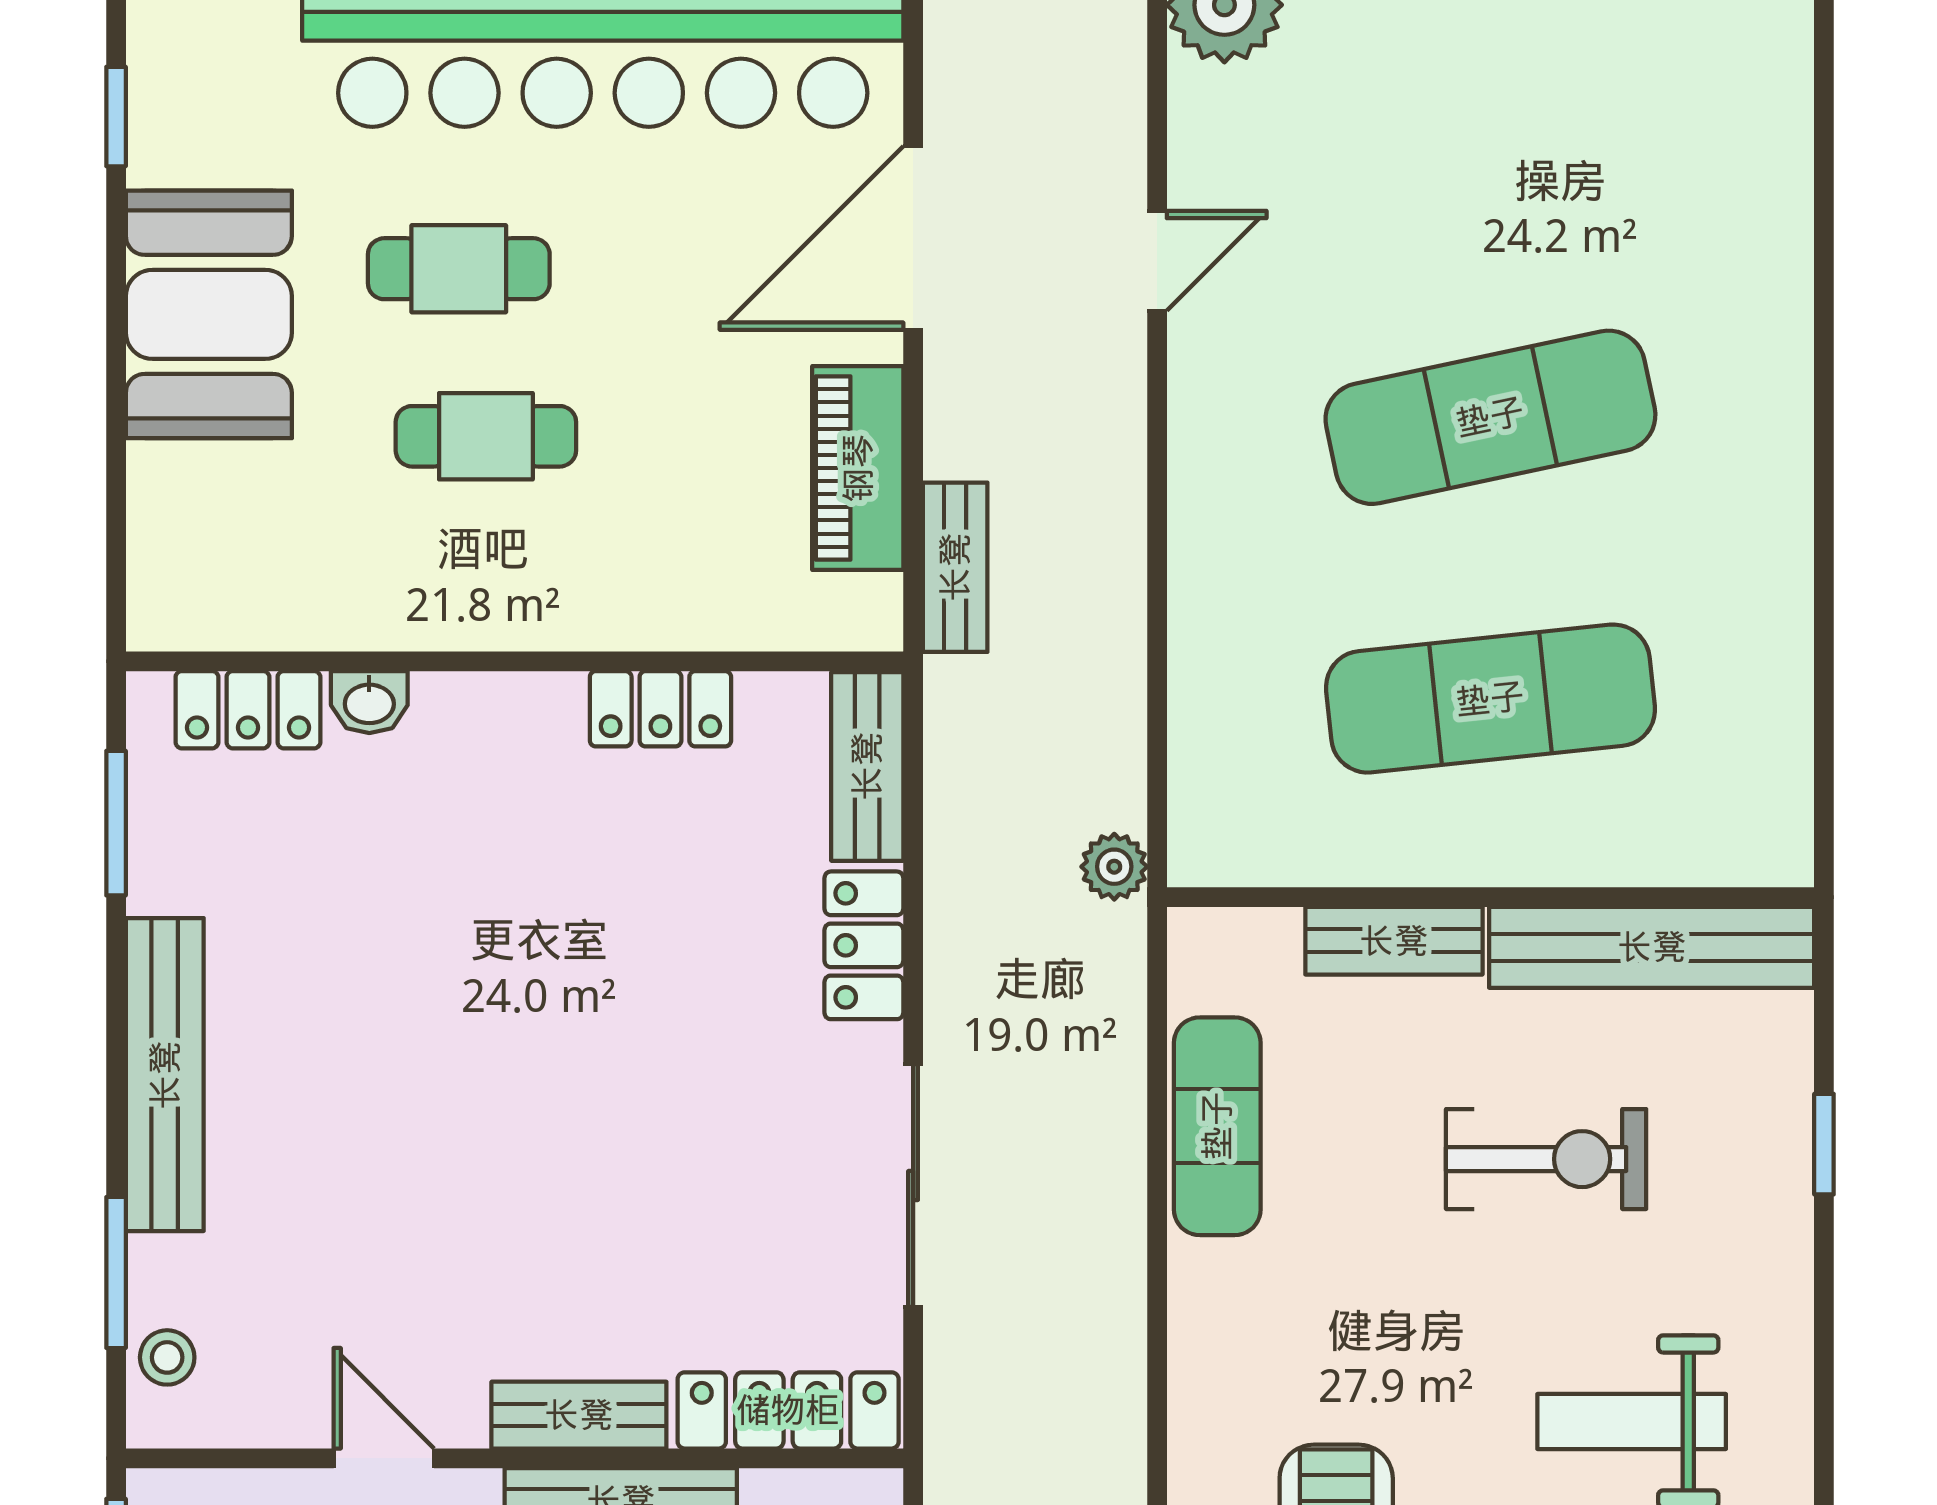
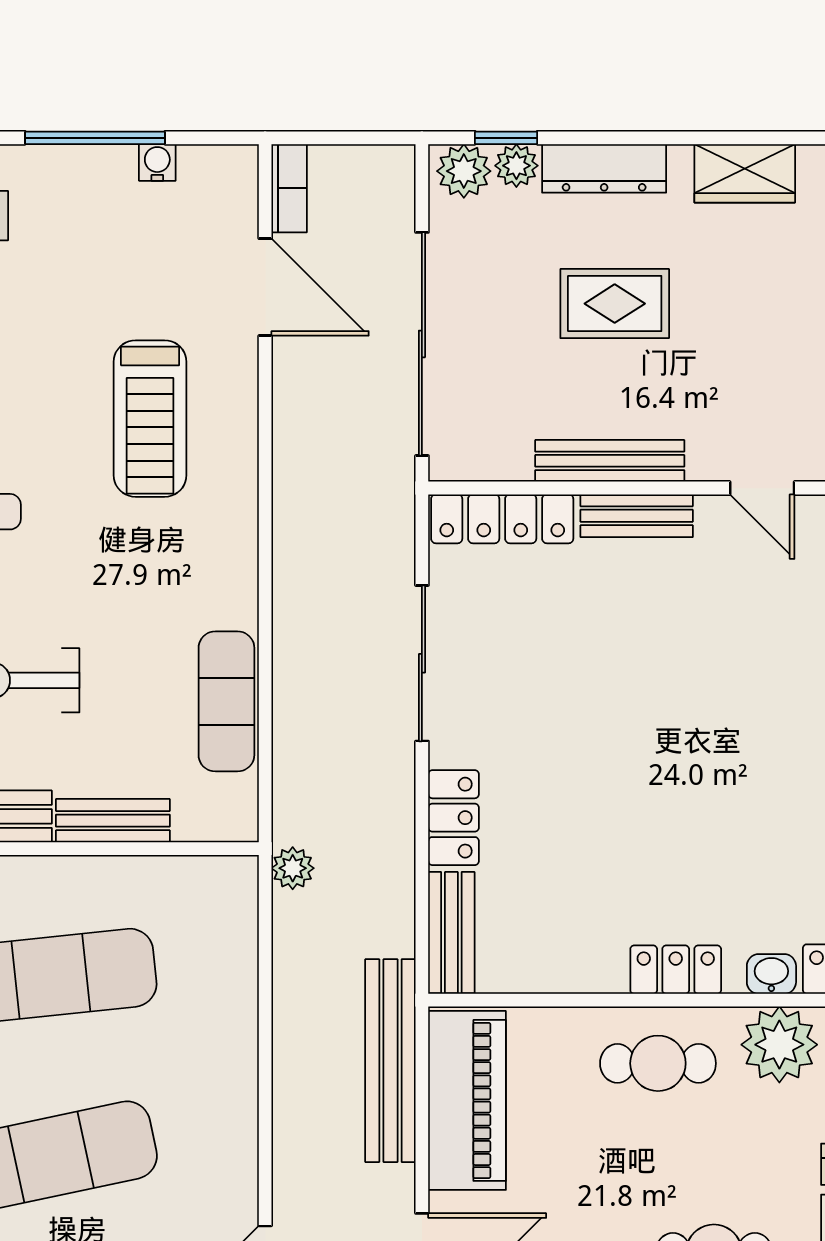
cafe table: (486, 436) -> (658, 1063), moved
piano: (858, 468) -> (467, 1100), width x1.37, depth x1.33
bench: (955, 567) -> (390, 1061), width x1.86, depth x1.21
plant: (357, 592) -> (779, 1045), added
locker: (660, 709) -> (676, 970), moved

